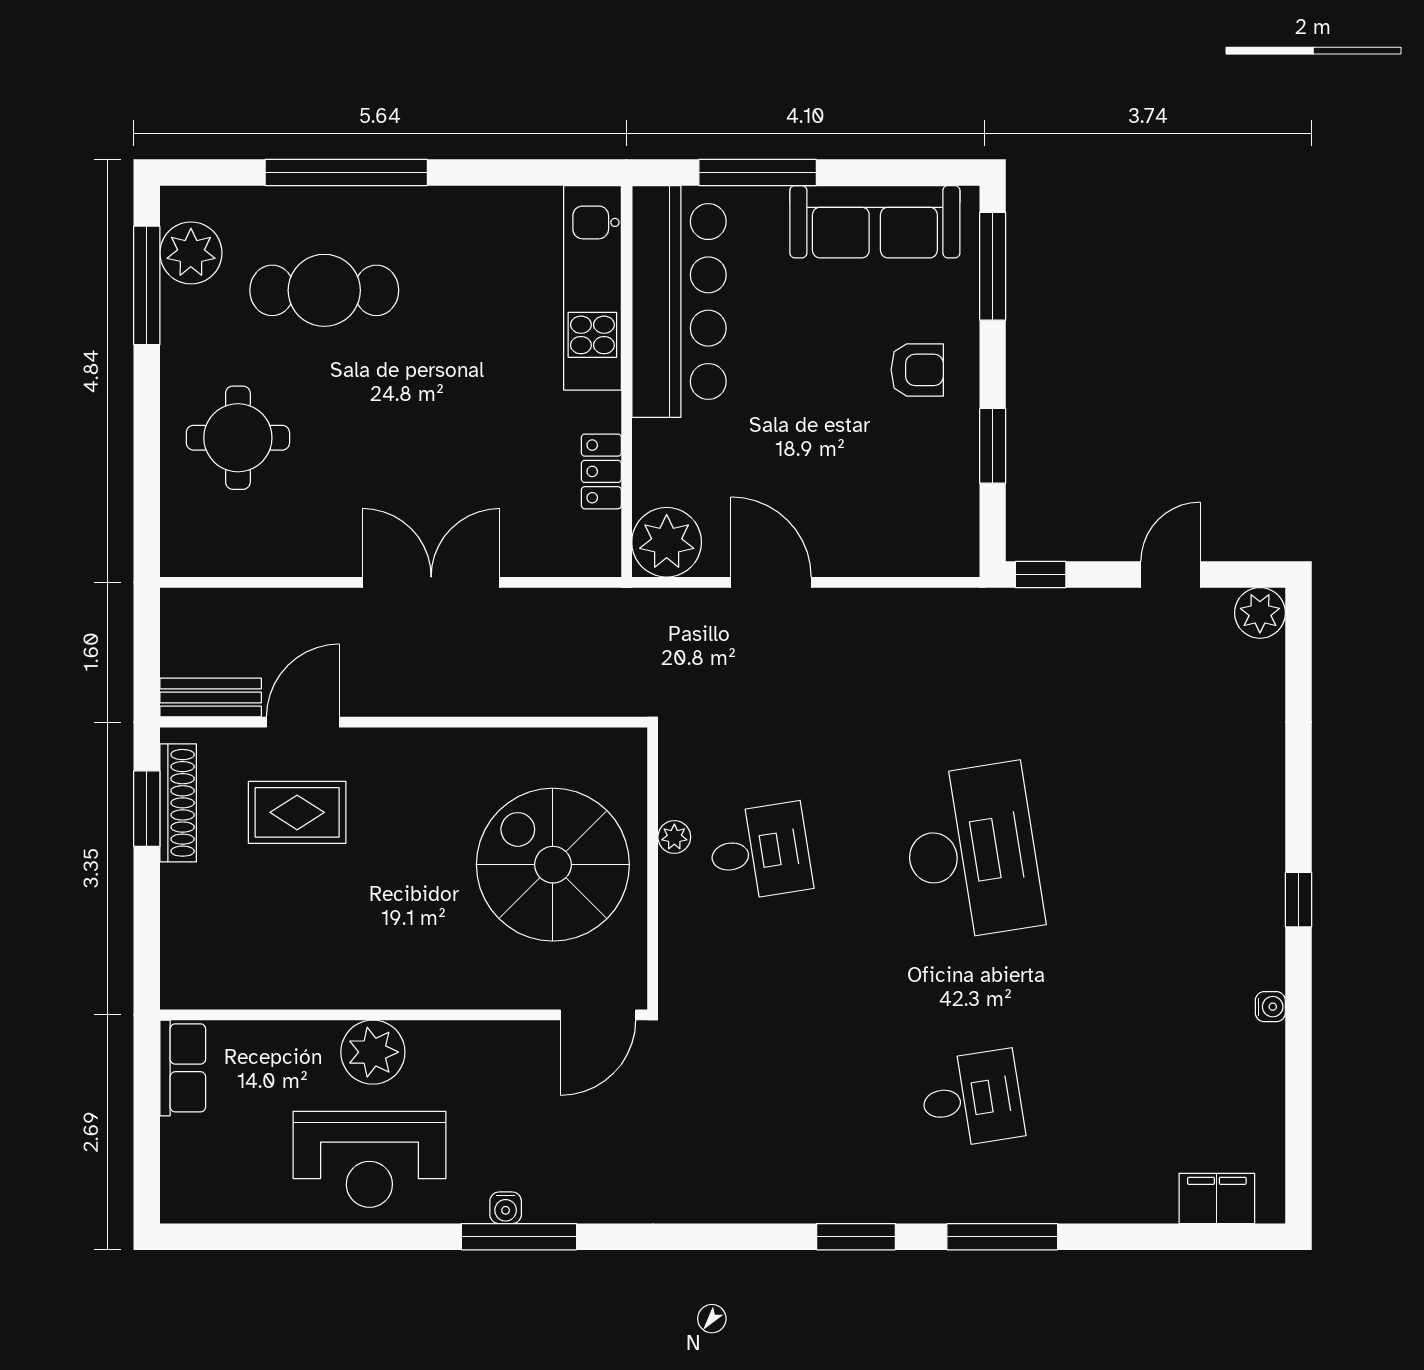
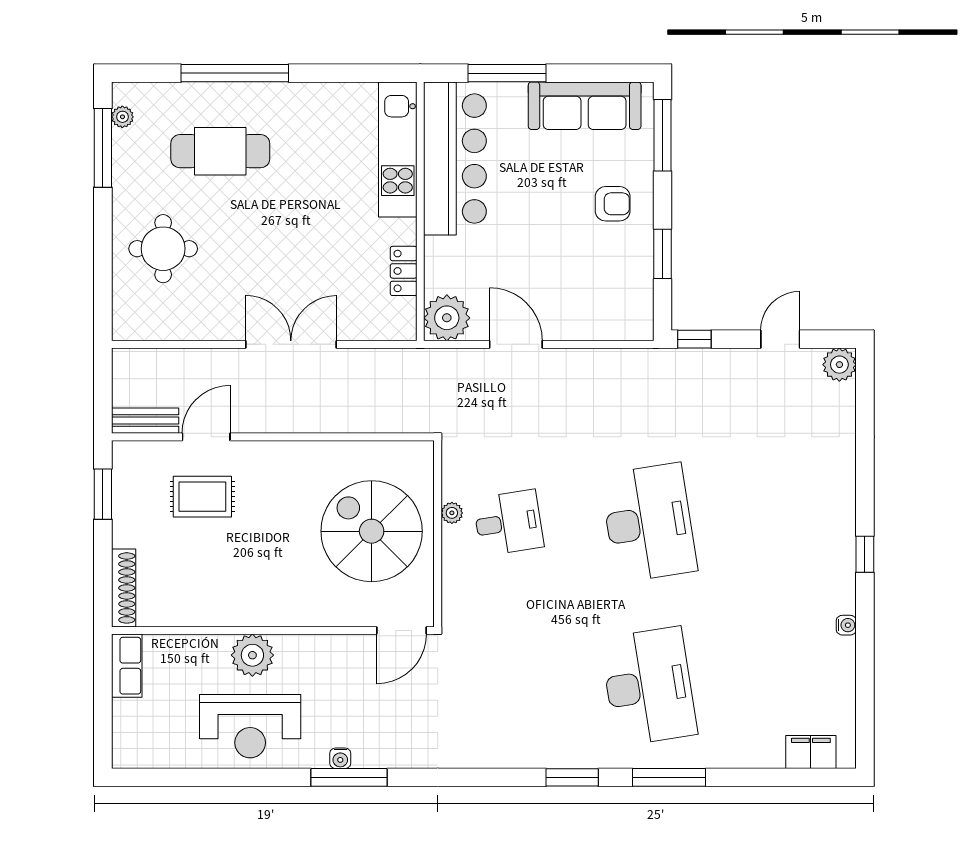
plant: (191, 253) -> (122, 117), width x0.53, depth x0.53
shoe rack: (178, 803) -> (124, 588), moved
desk: (972, 1099) -> (649, 686), width x1.87, depth x1.30

